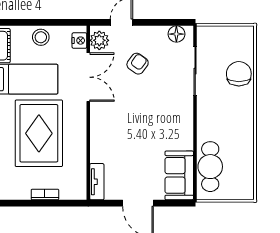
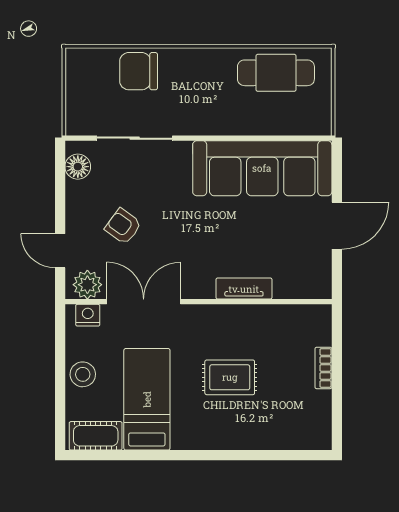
rug: (39, 133) -> (230, 377), width x0.54, depth x0.49
cafe table: (210, 167) -> (276, 73), moved
sofa: (179, 175) -> (262, 168), width x1.85, depth x1.27
tv unit: (97, 182) -> (244, 289), moved

